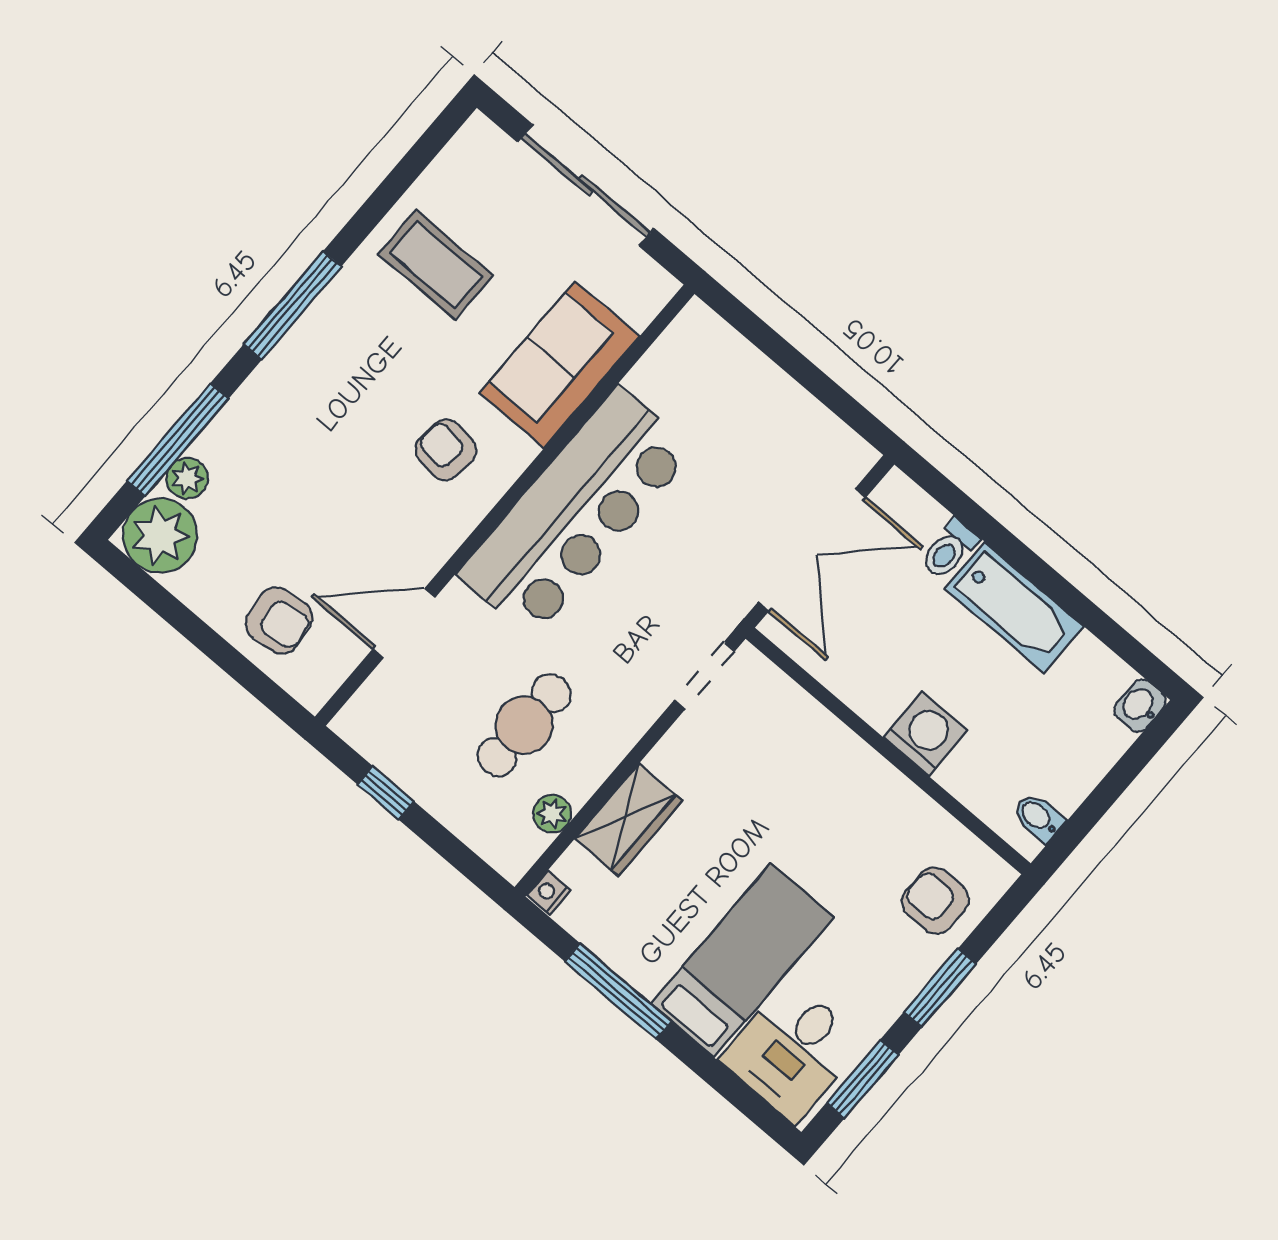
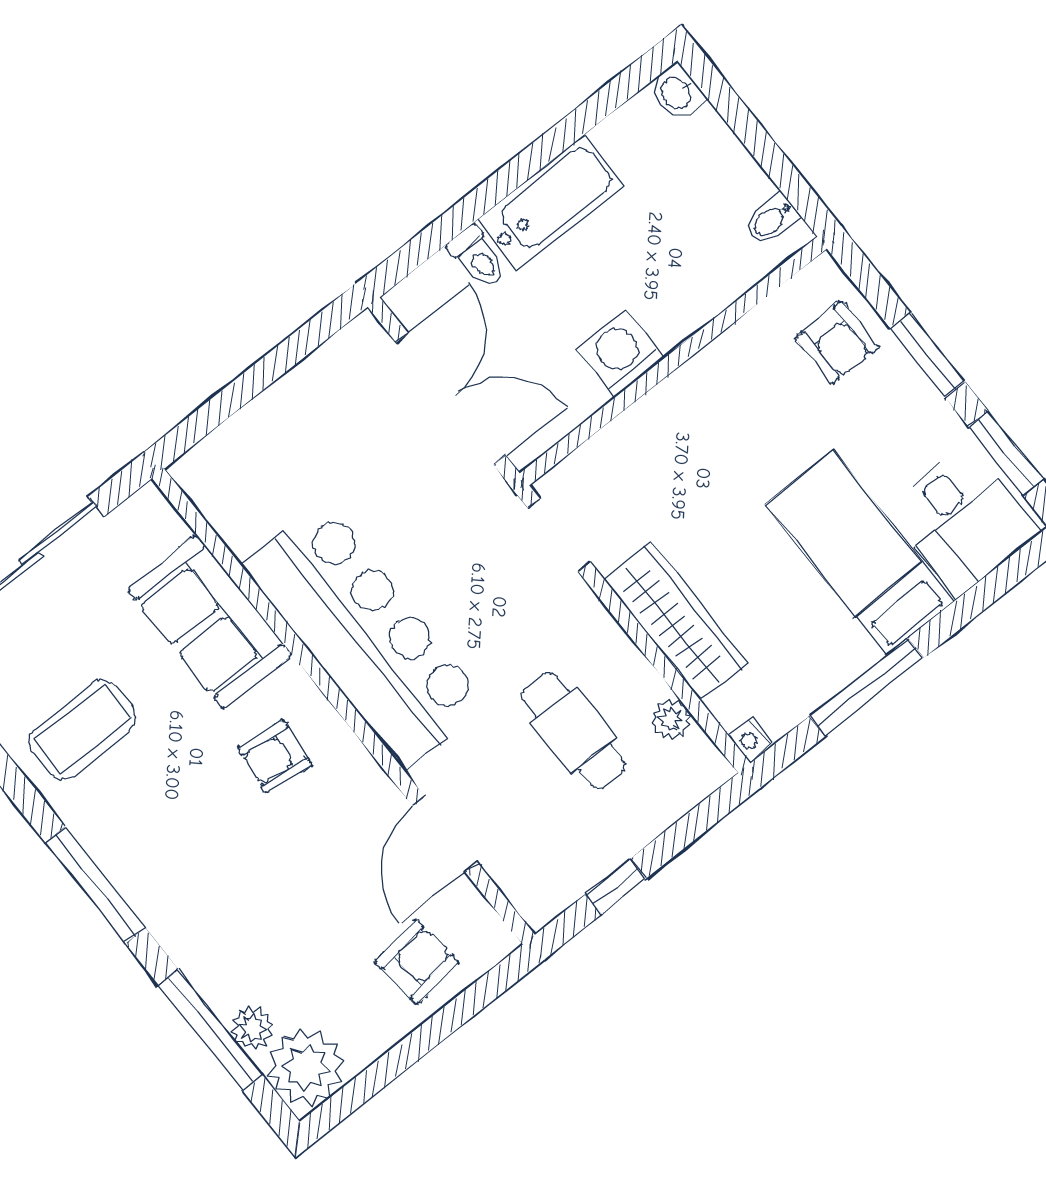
washing machine: (925, 734) -> (620, 353), moved
wardrobe: (629, 820) -> (676, 622), width x1.50
armchair: (935, 901) -> (837, 342), turned -90

